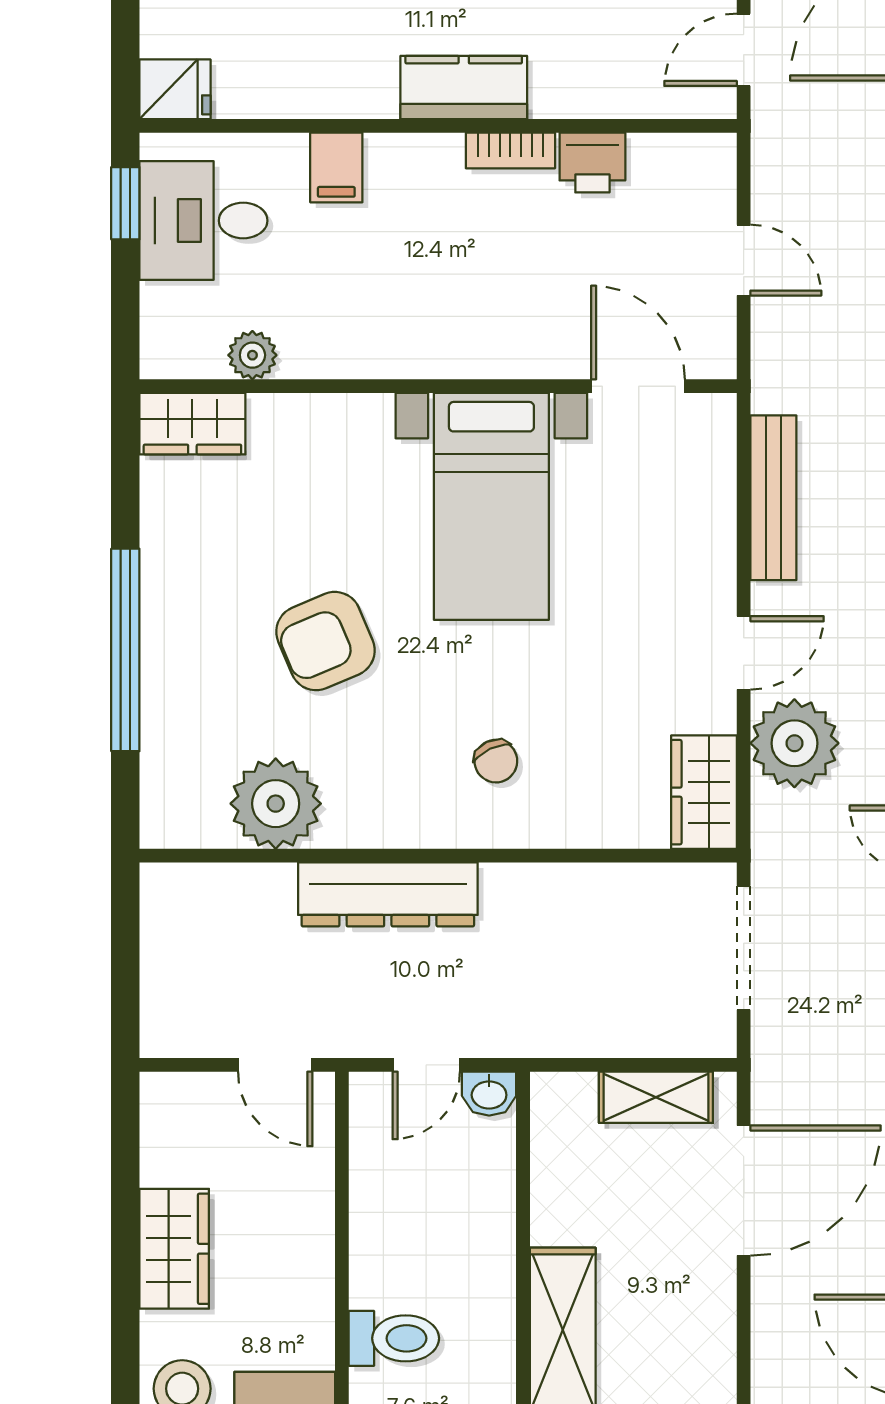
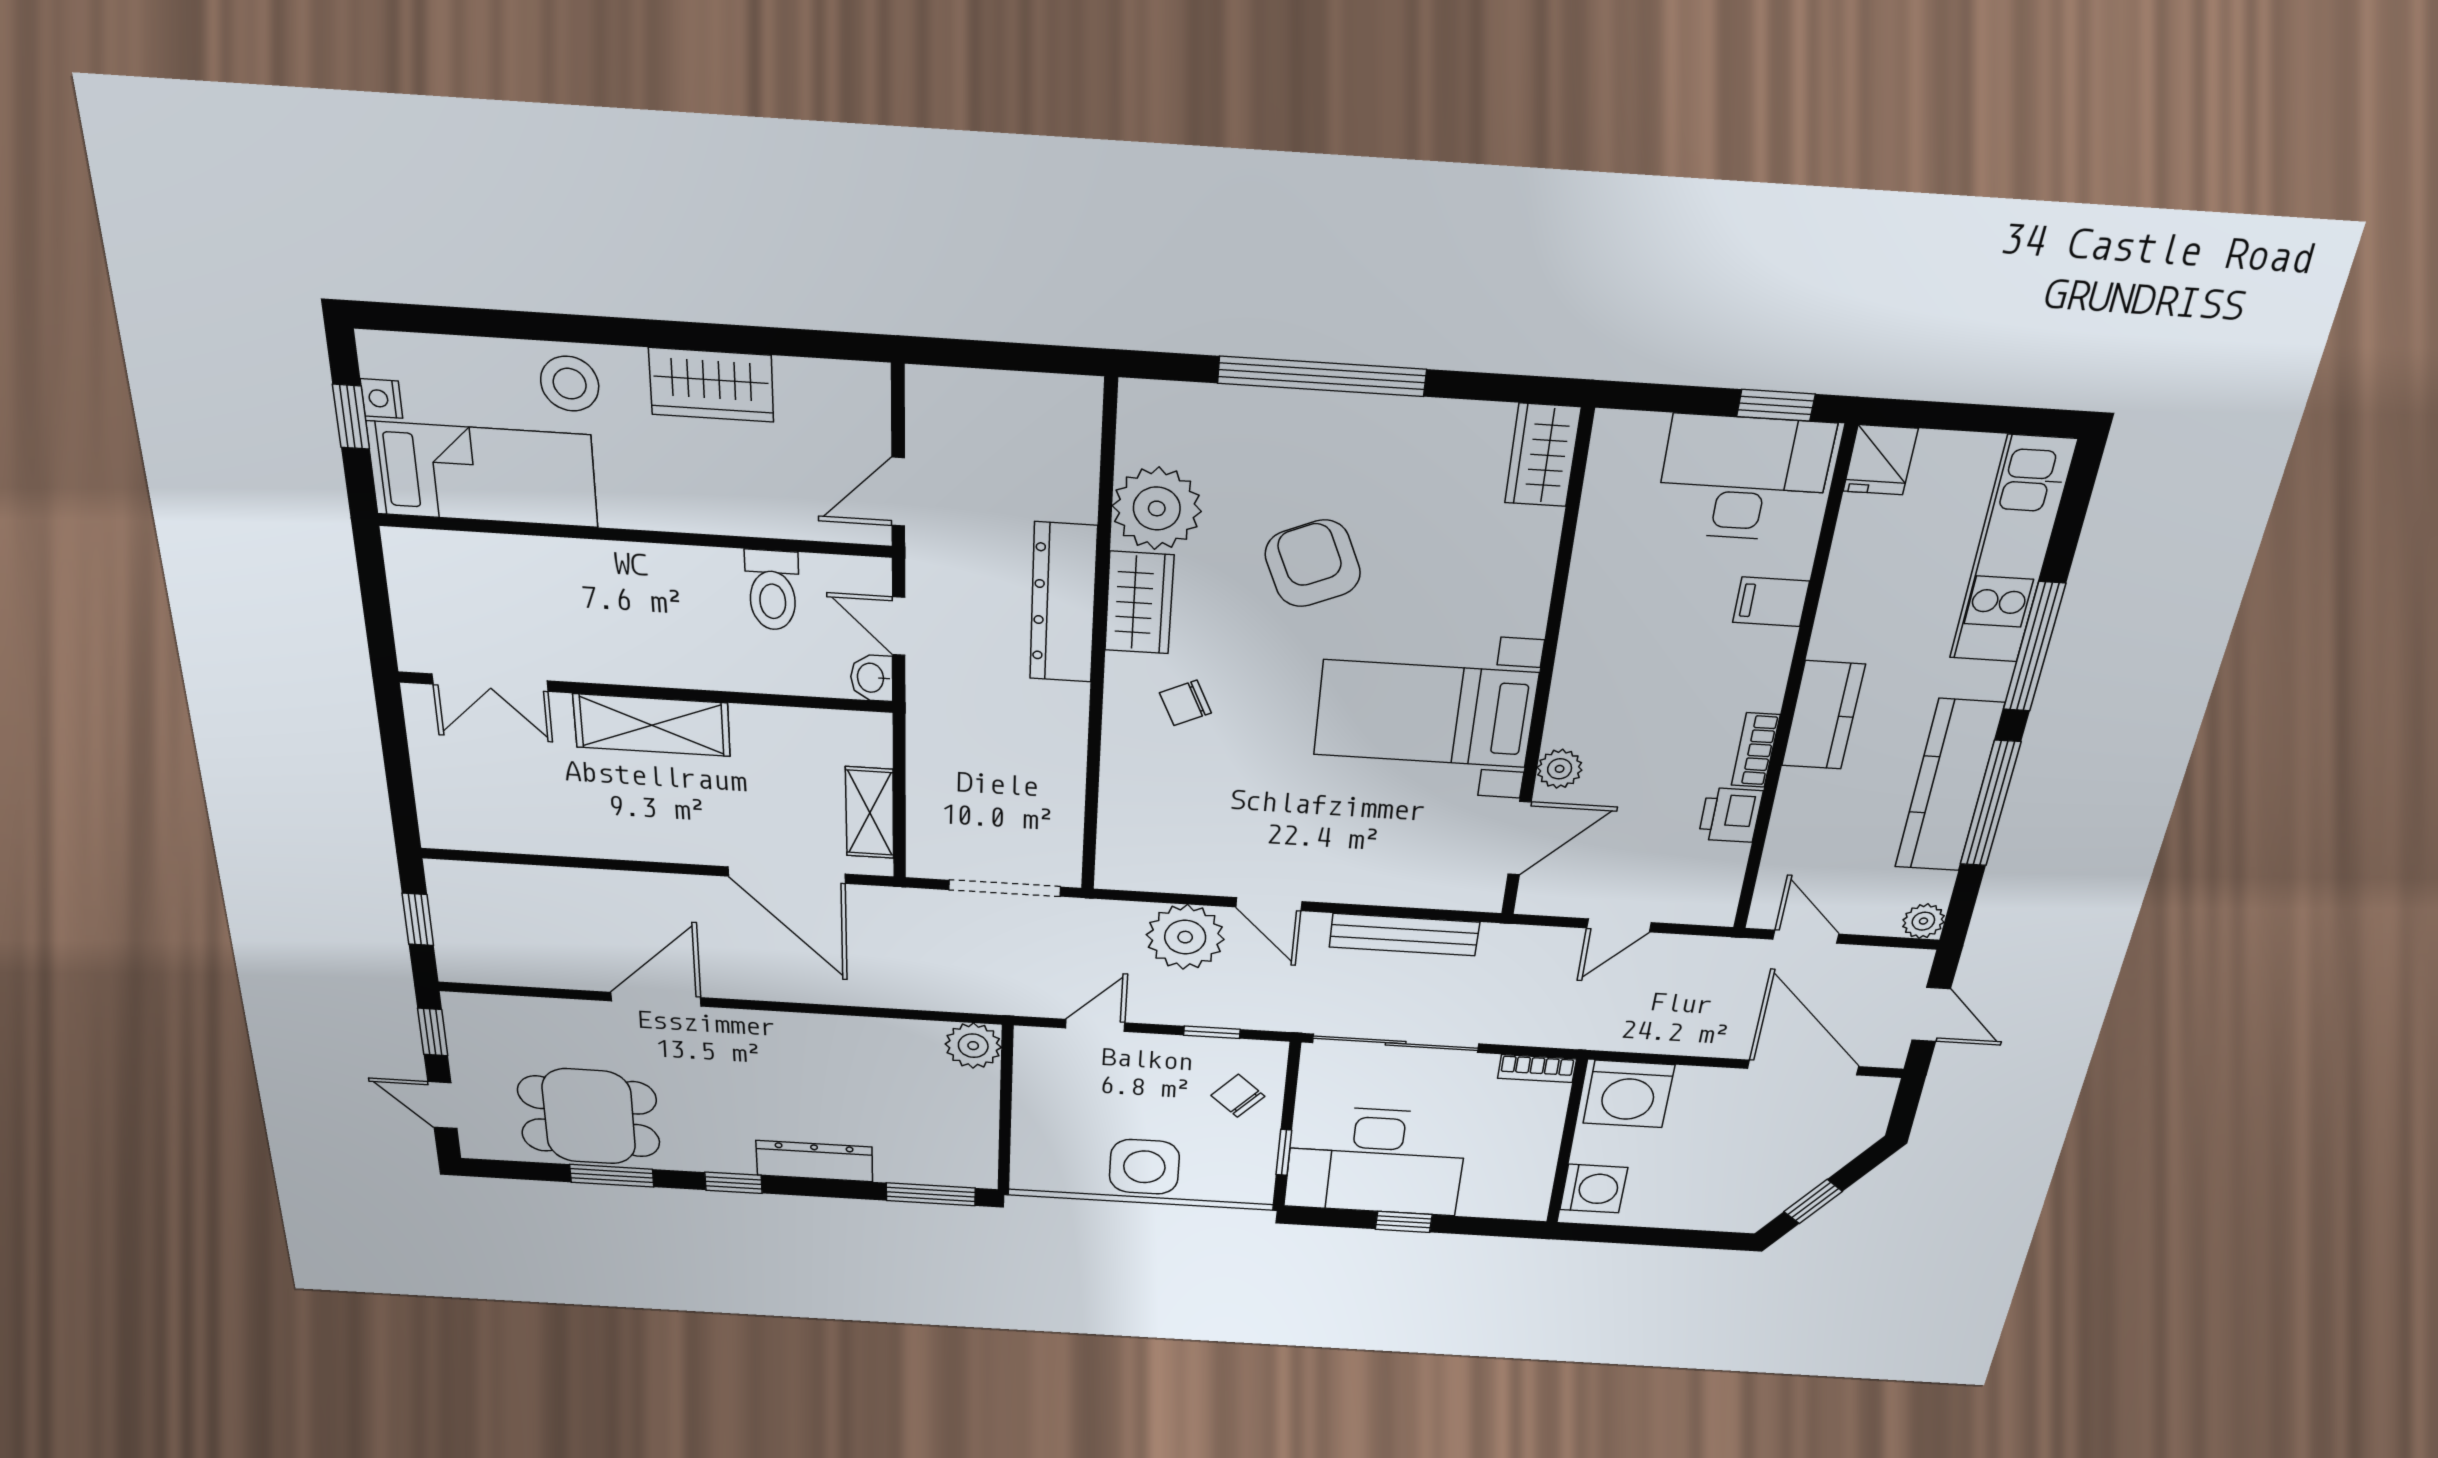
desk: (203, 221) -> (1744, 478), width x1.37
plant: (252, 355) -> (1560, 769), moved
wardrobe: (704, 792) -> (1139, 603), moved, turned 90
toilet: (394, 1338) -> (772, 590), moved

